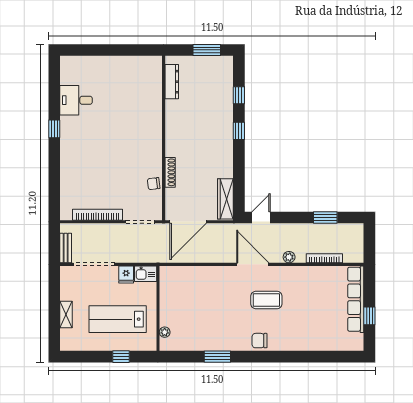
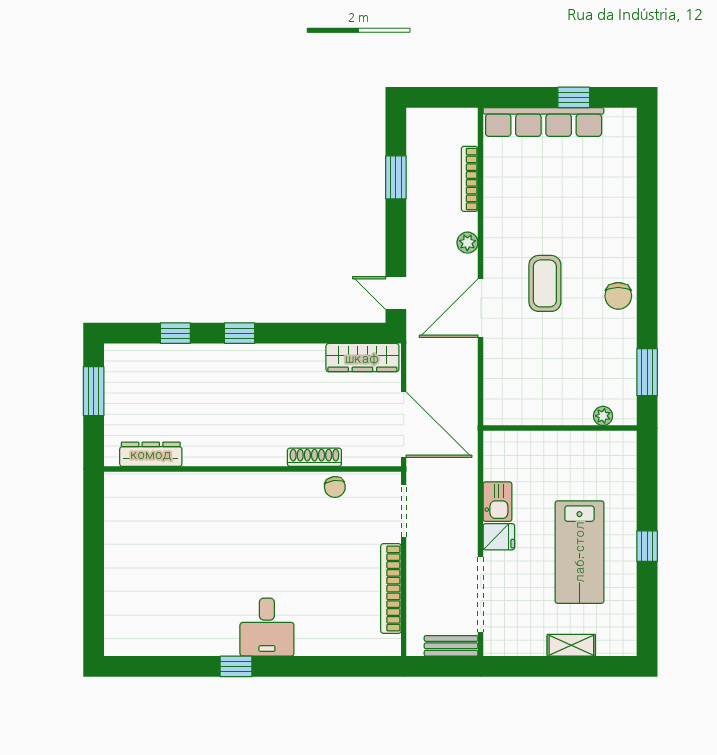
desk: (76, 100) -> (267, 627), moved
wall: (158, 308) -> (560, 428), moved
plant: (165, 332) -> (603, 416), moved

